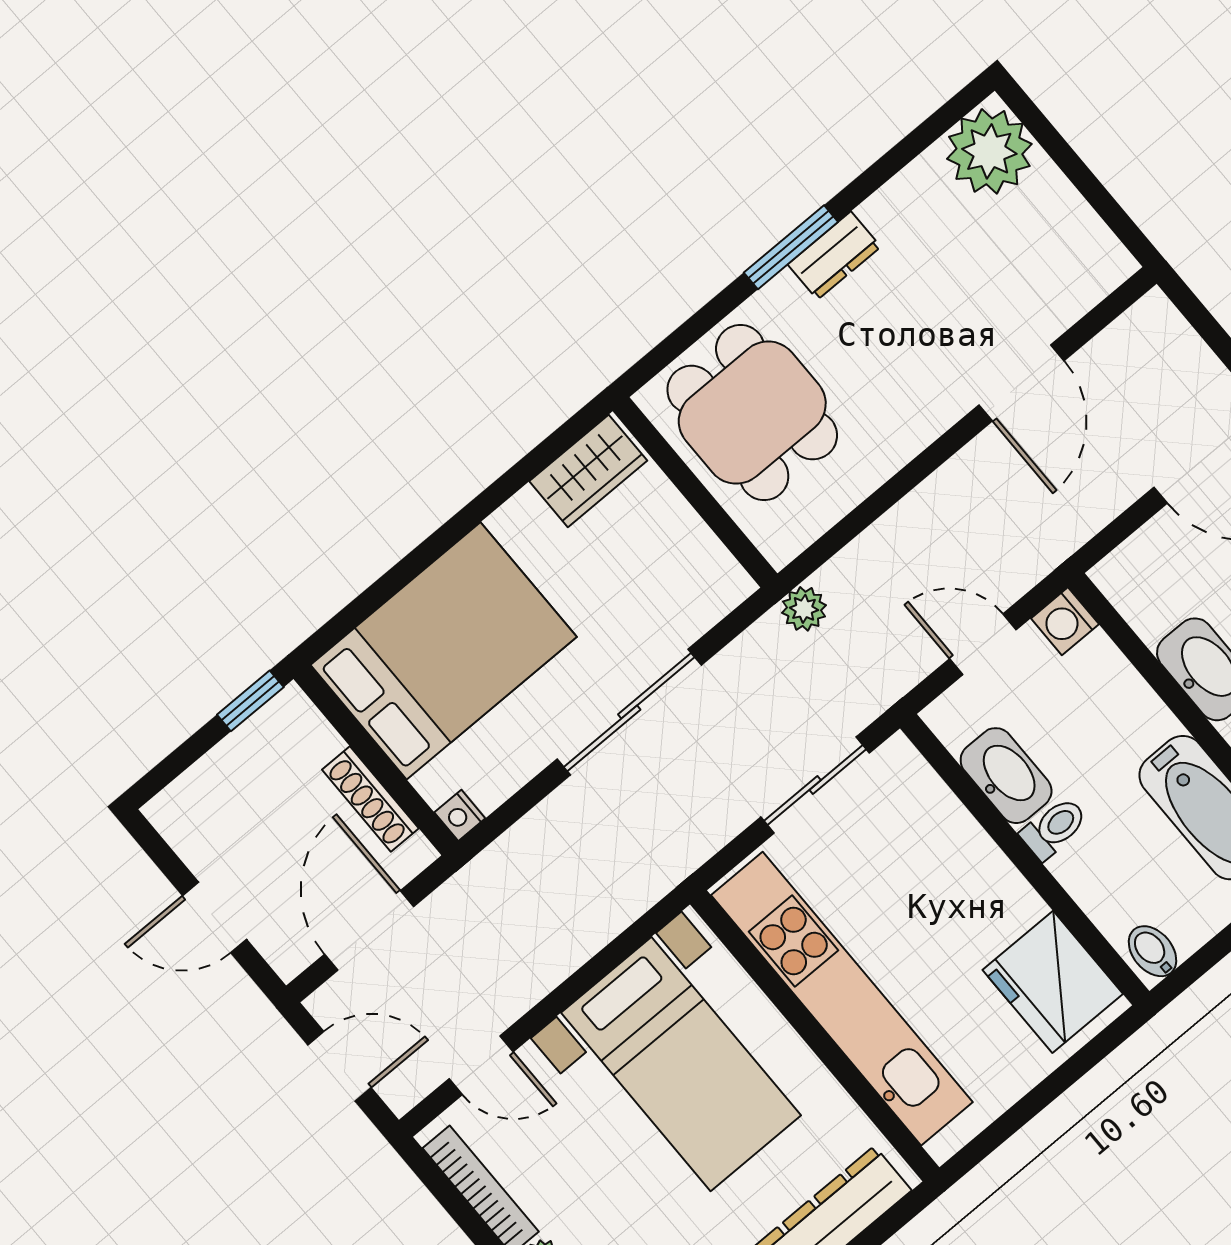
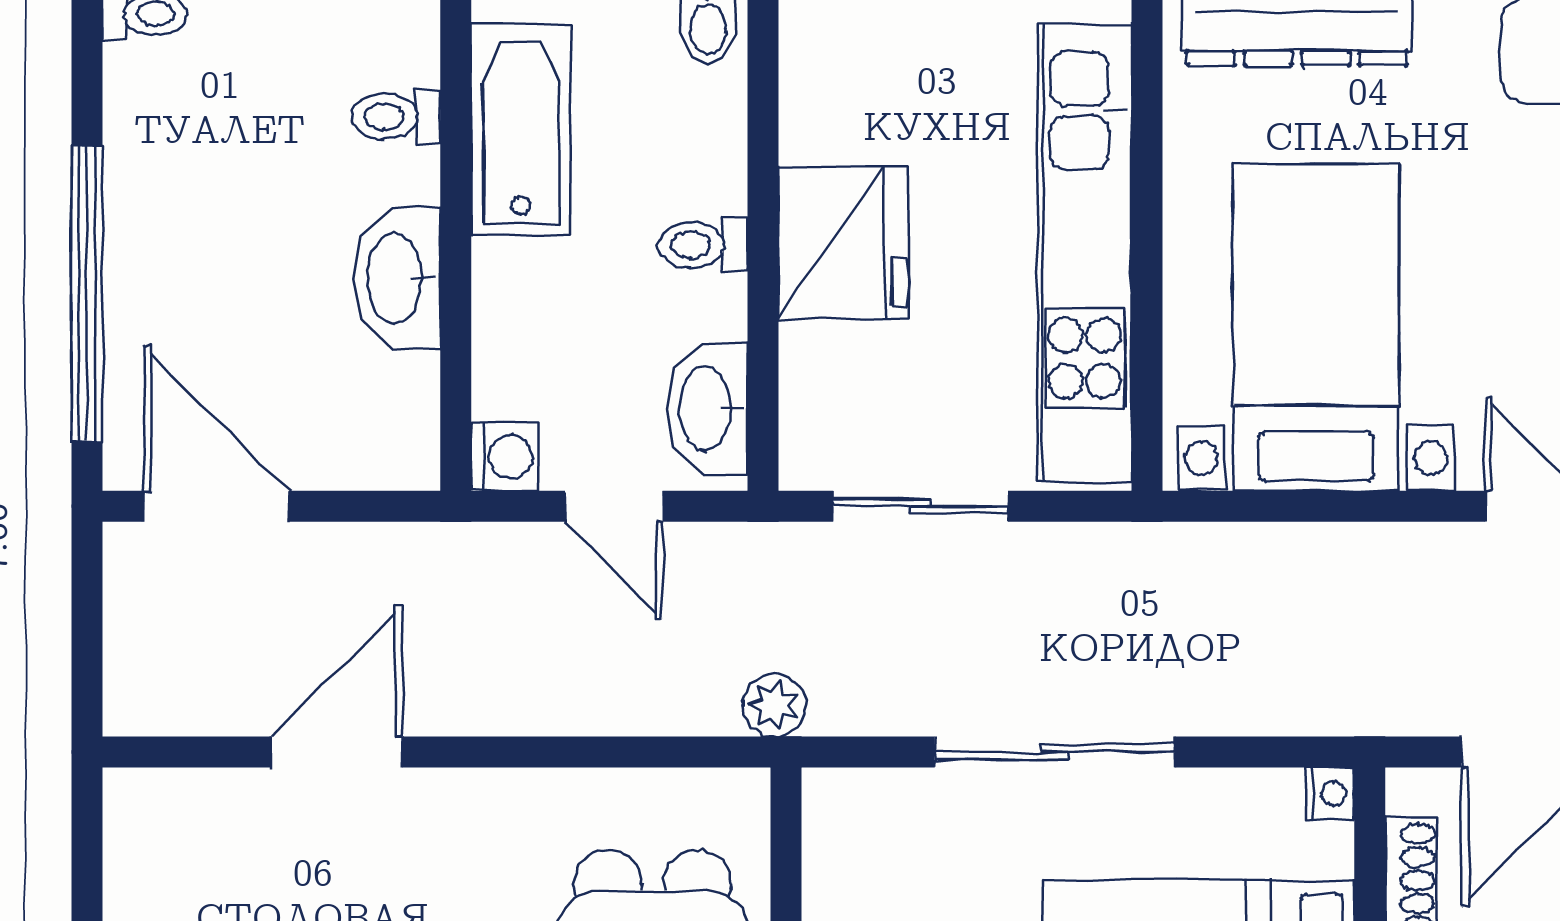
washbasin: (1006, 776) -> (707, 408), moved
fridge: (1053, 982) -> (843, 243), moved

